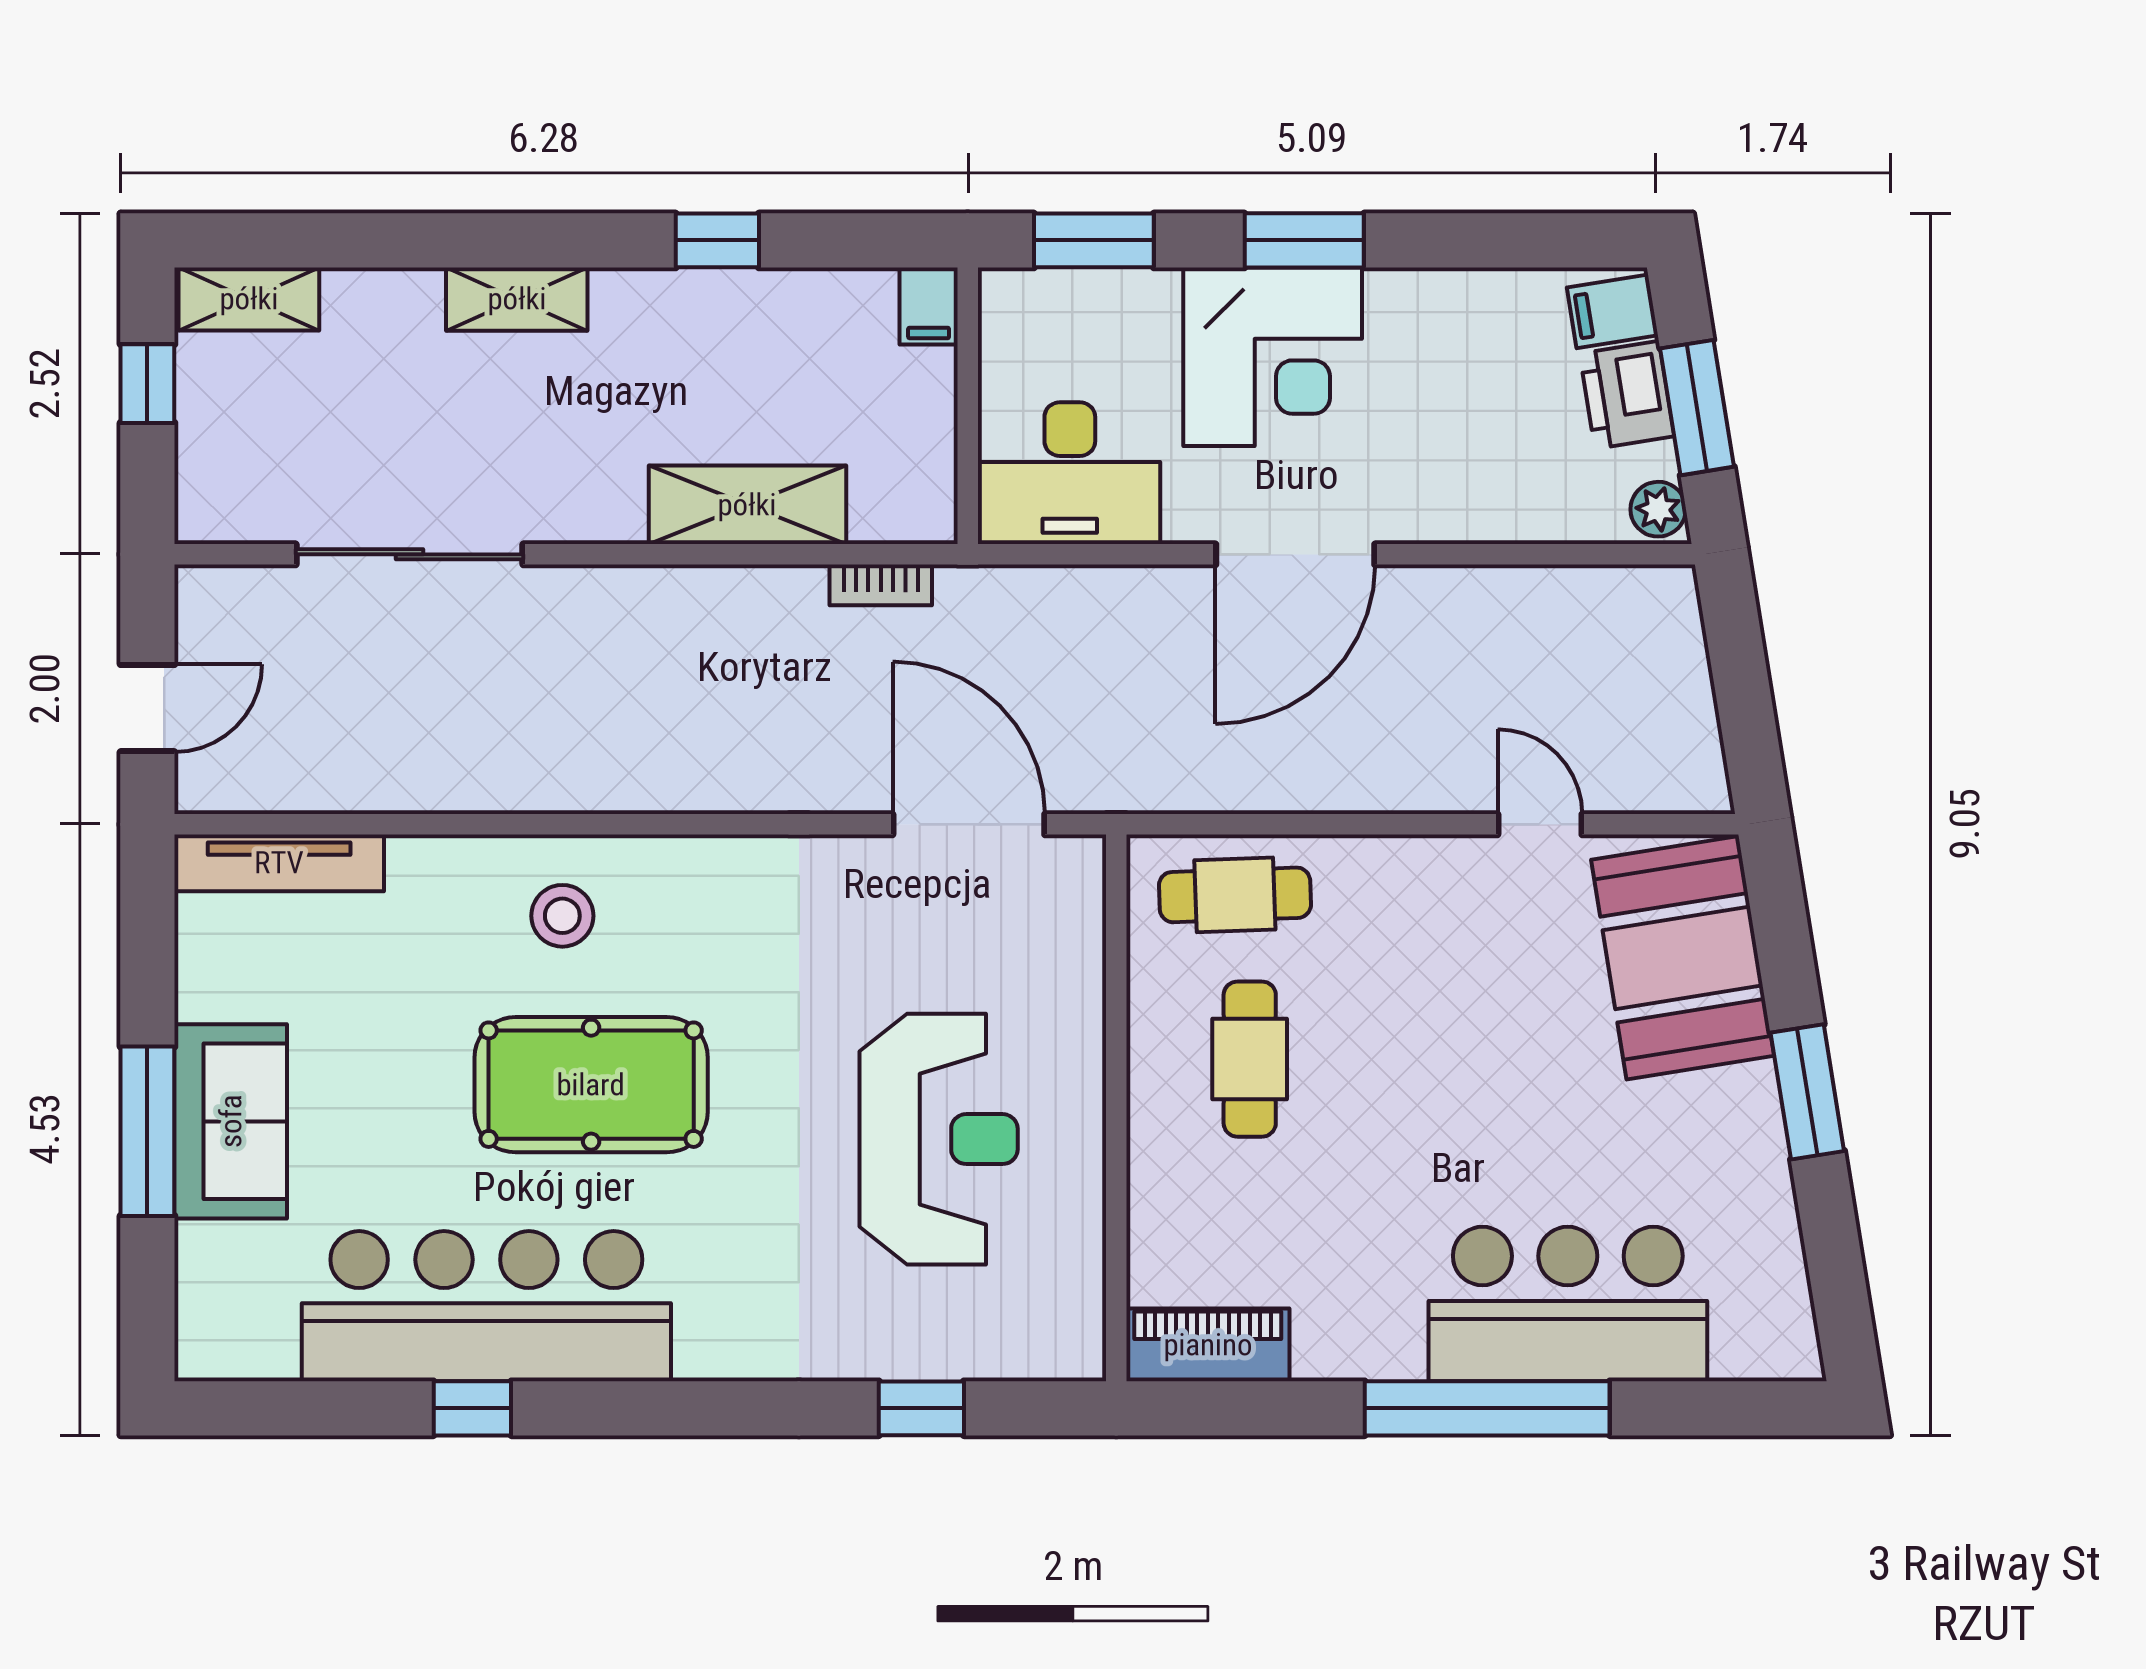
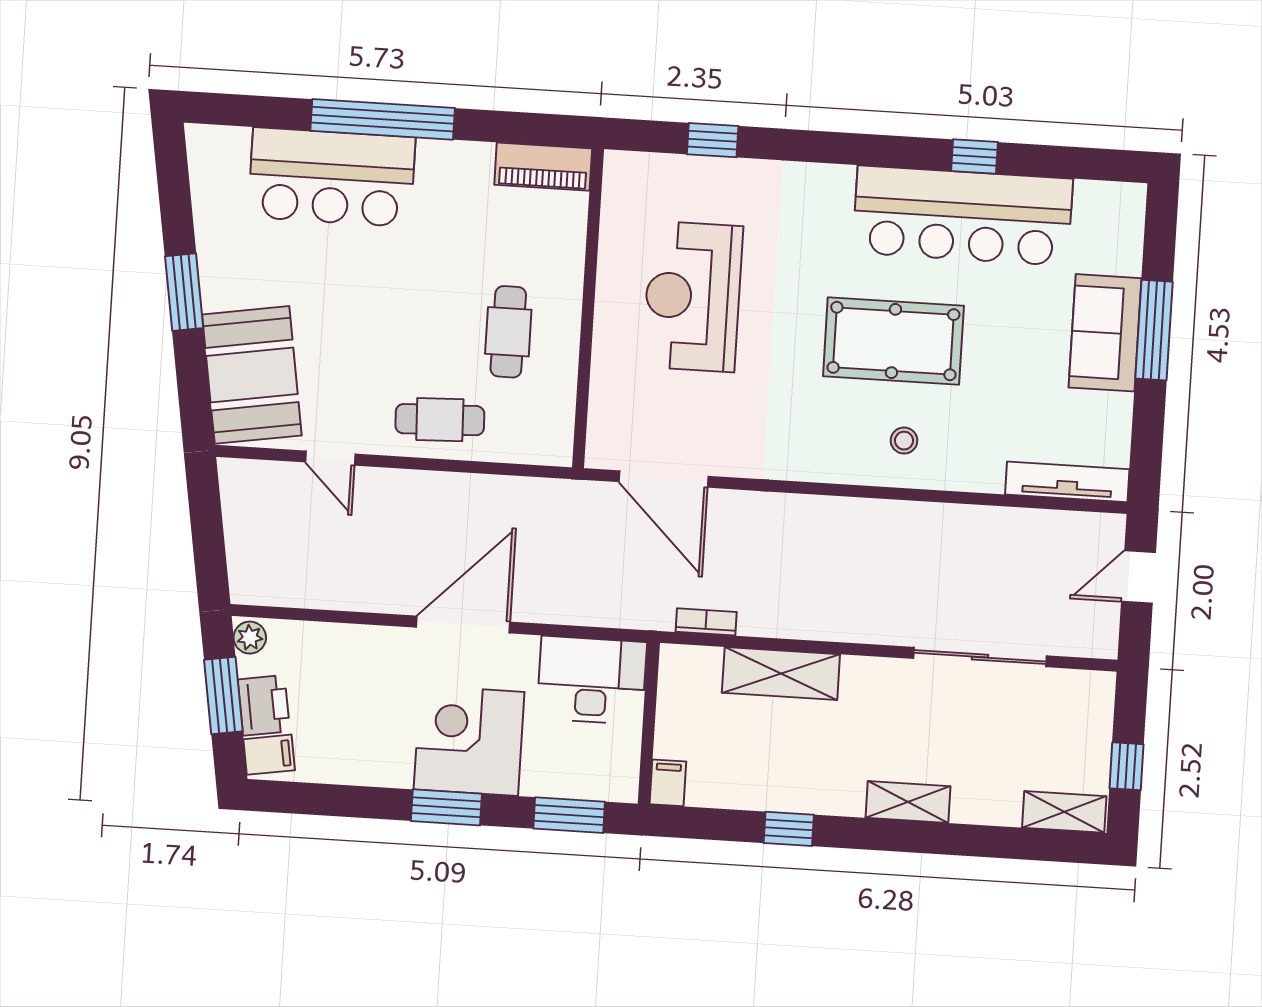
cafe table: (1235, 895) -> (440, 420), moved
stool: (562, 916) -> (904, 441), width x0.73, depth x0.73

